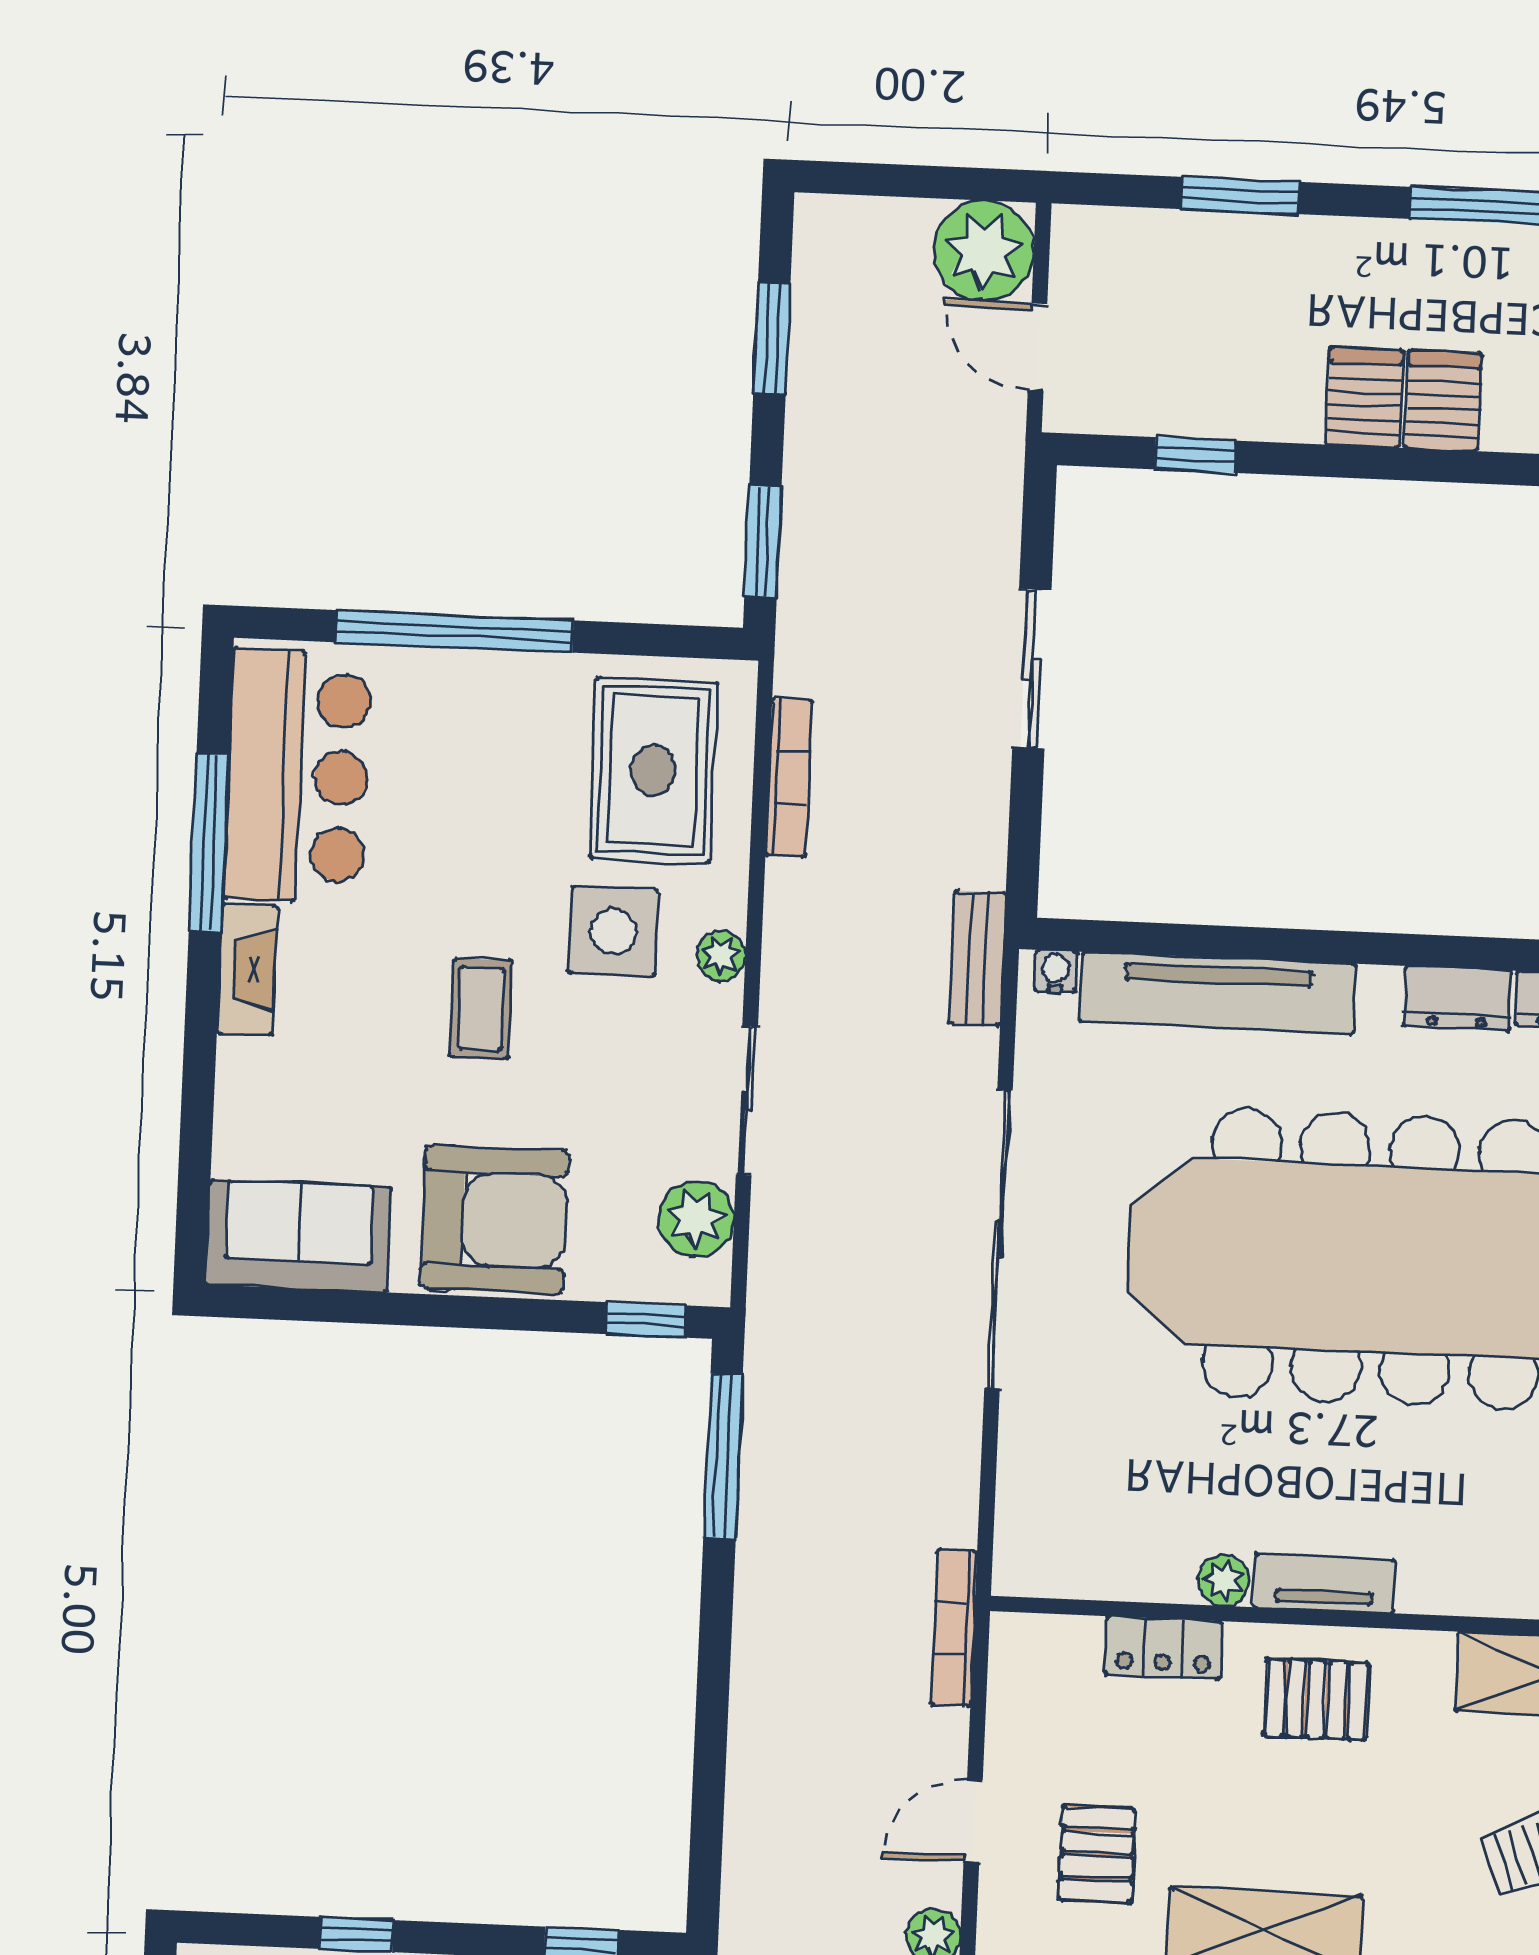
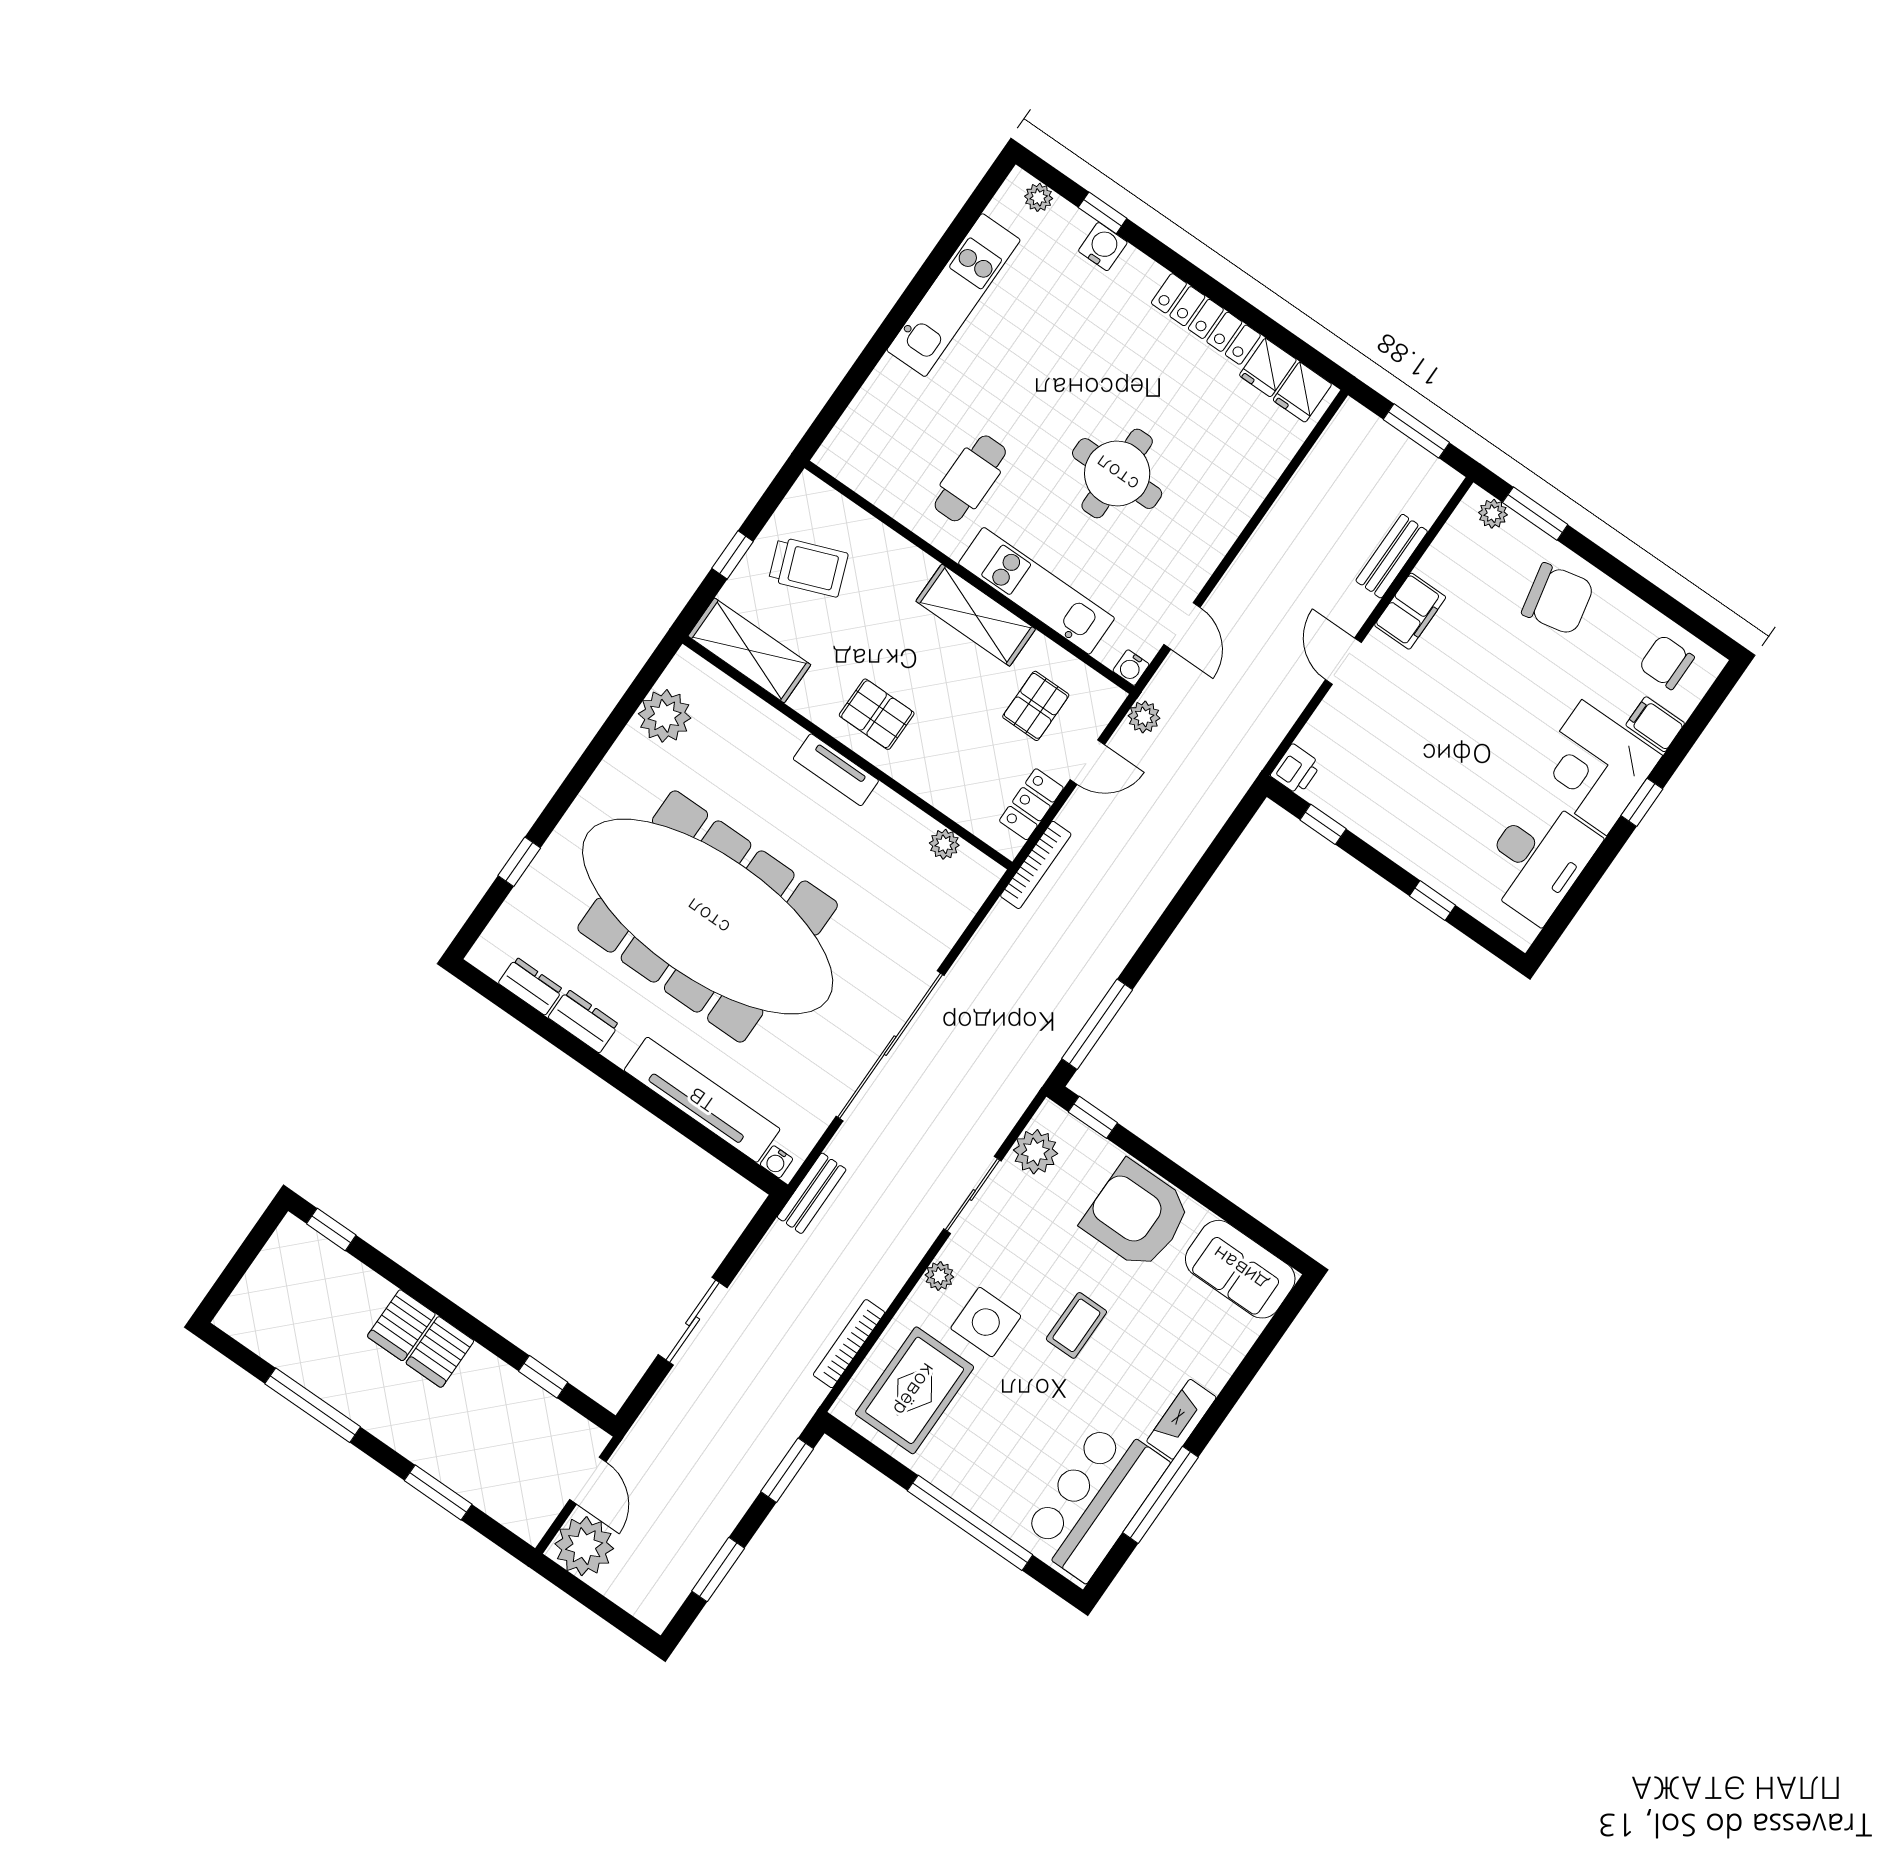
plant: (1223, 1580) -> (944, 844), moved
locker: (1163, 1648) -> (1031, 804), moved, turned -90

